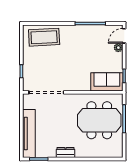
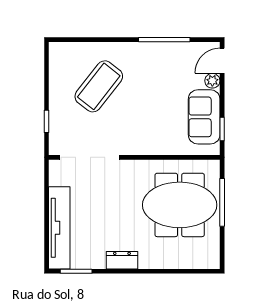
coffee table: (44, 37) -> (99, 86), moved, turned -49
sofa: (107, 82) -> (204, 117), moved, turned -90

